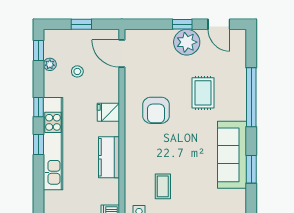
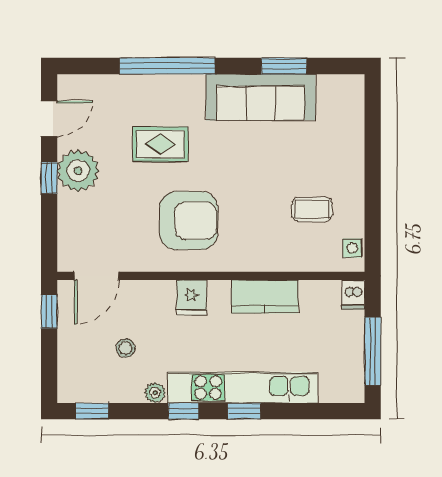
window: (81, 24) -> (49, 312), moved
plant: (50, 64) -> (155, 393), moved
armchair: (156, 110) -> (189, 221), width x1.36, depth x1.36

